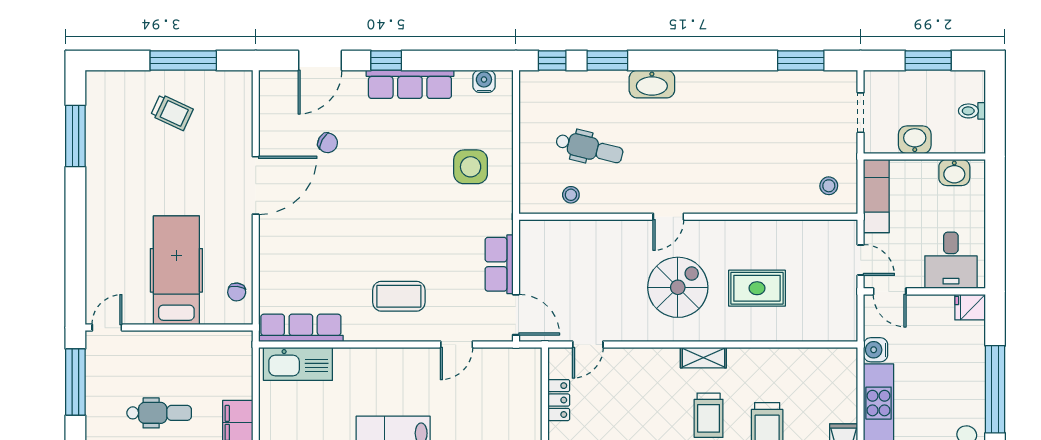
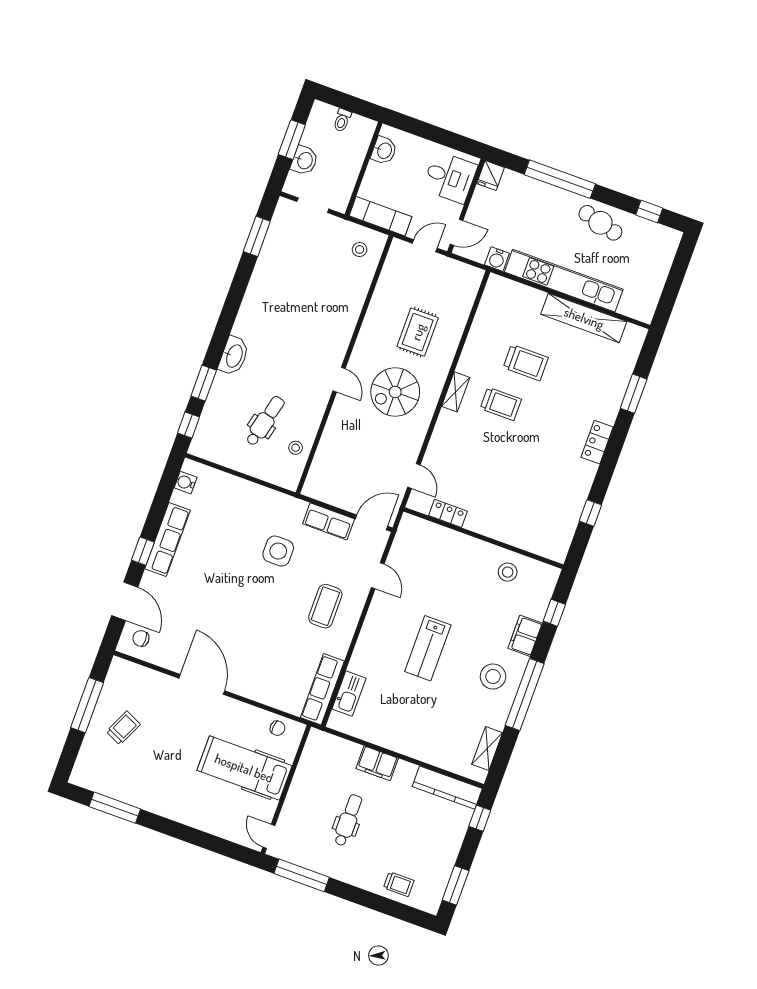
washbasin: (915, 140) -> (304, 160), moved, turned 180
chair: (328, 143) -> (141, 638), moved, turned -119
side table: (471, 167) -> (278, 551), moved
spiral stairs: (678, 287) -> (395, 392), turned -90
kitchen sink: (298, 364) -> (349, 694), width x0.73, depth x0.81

